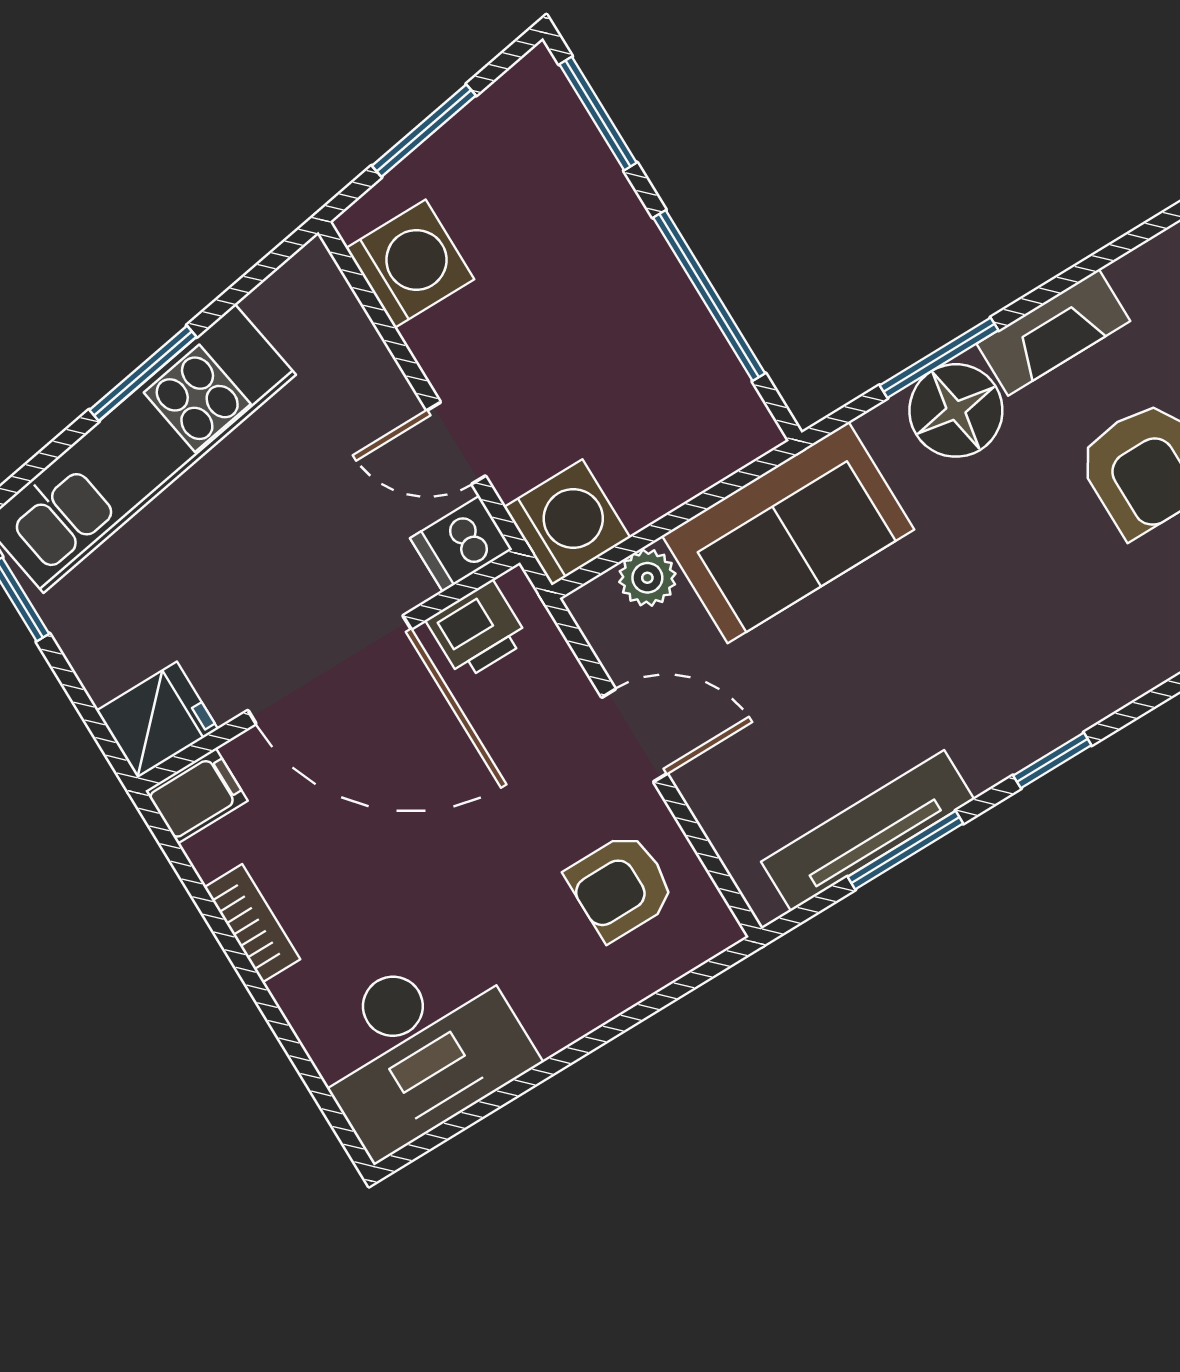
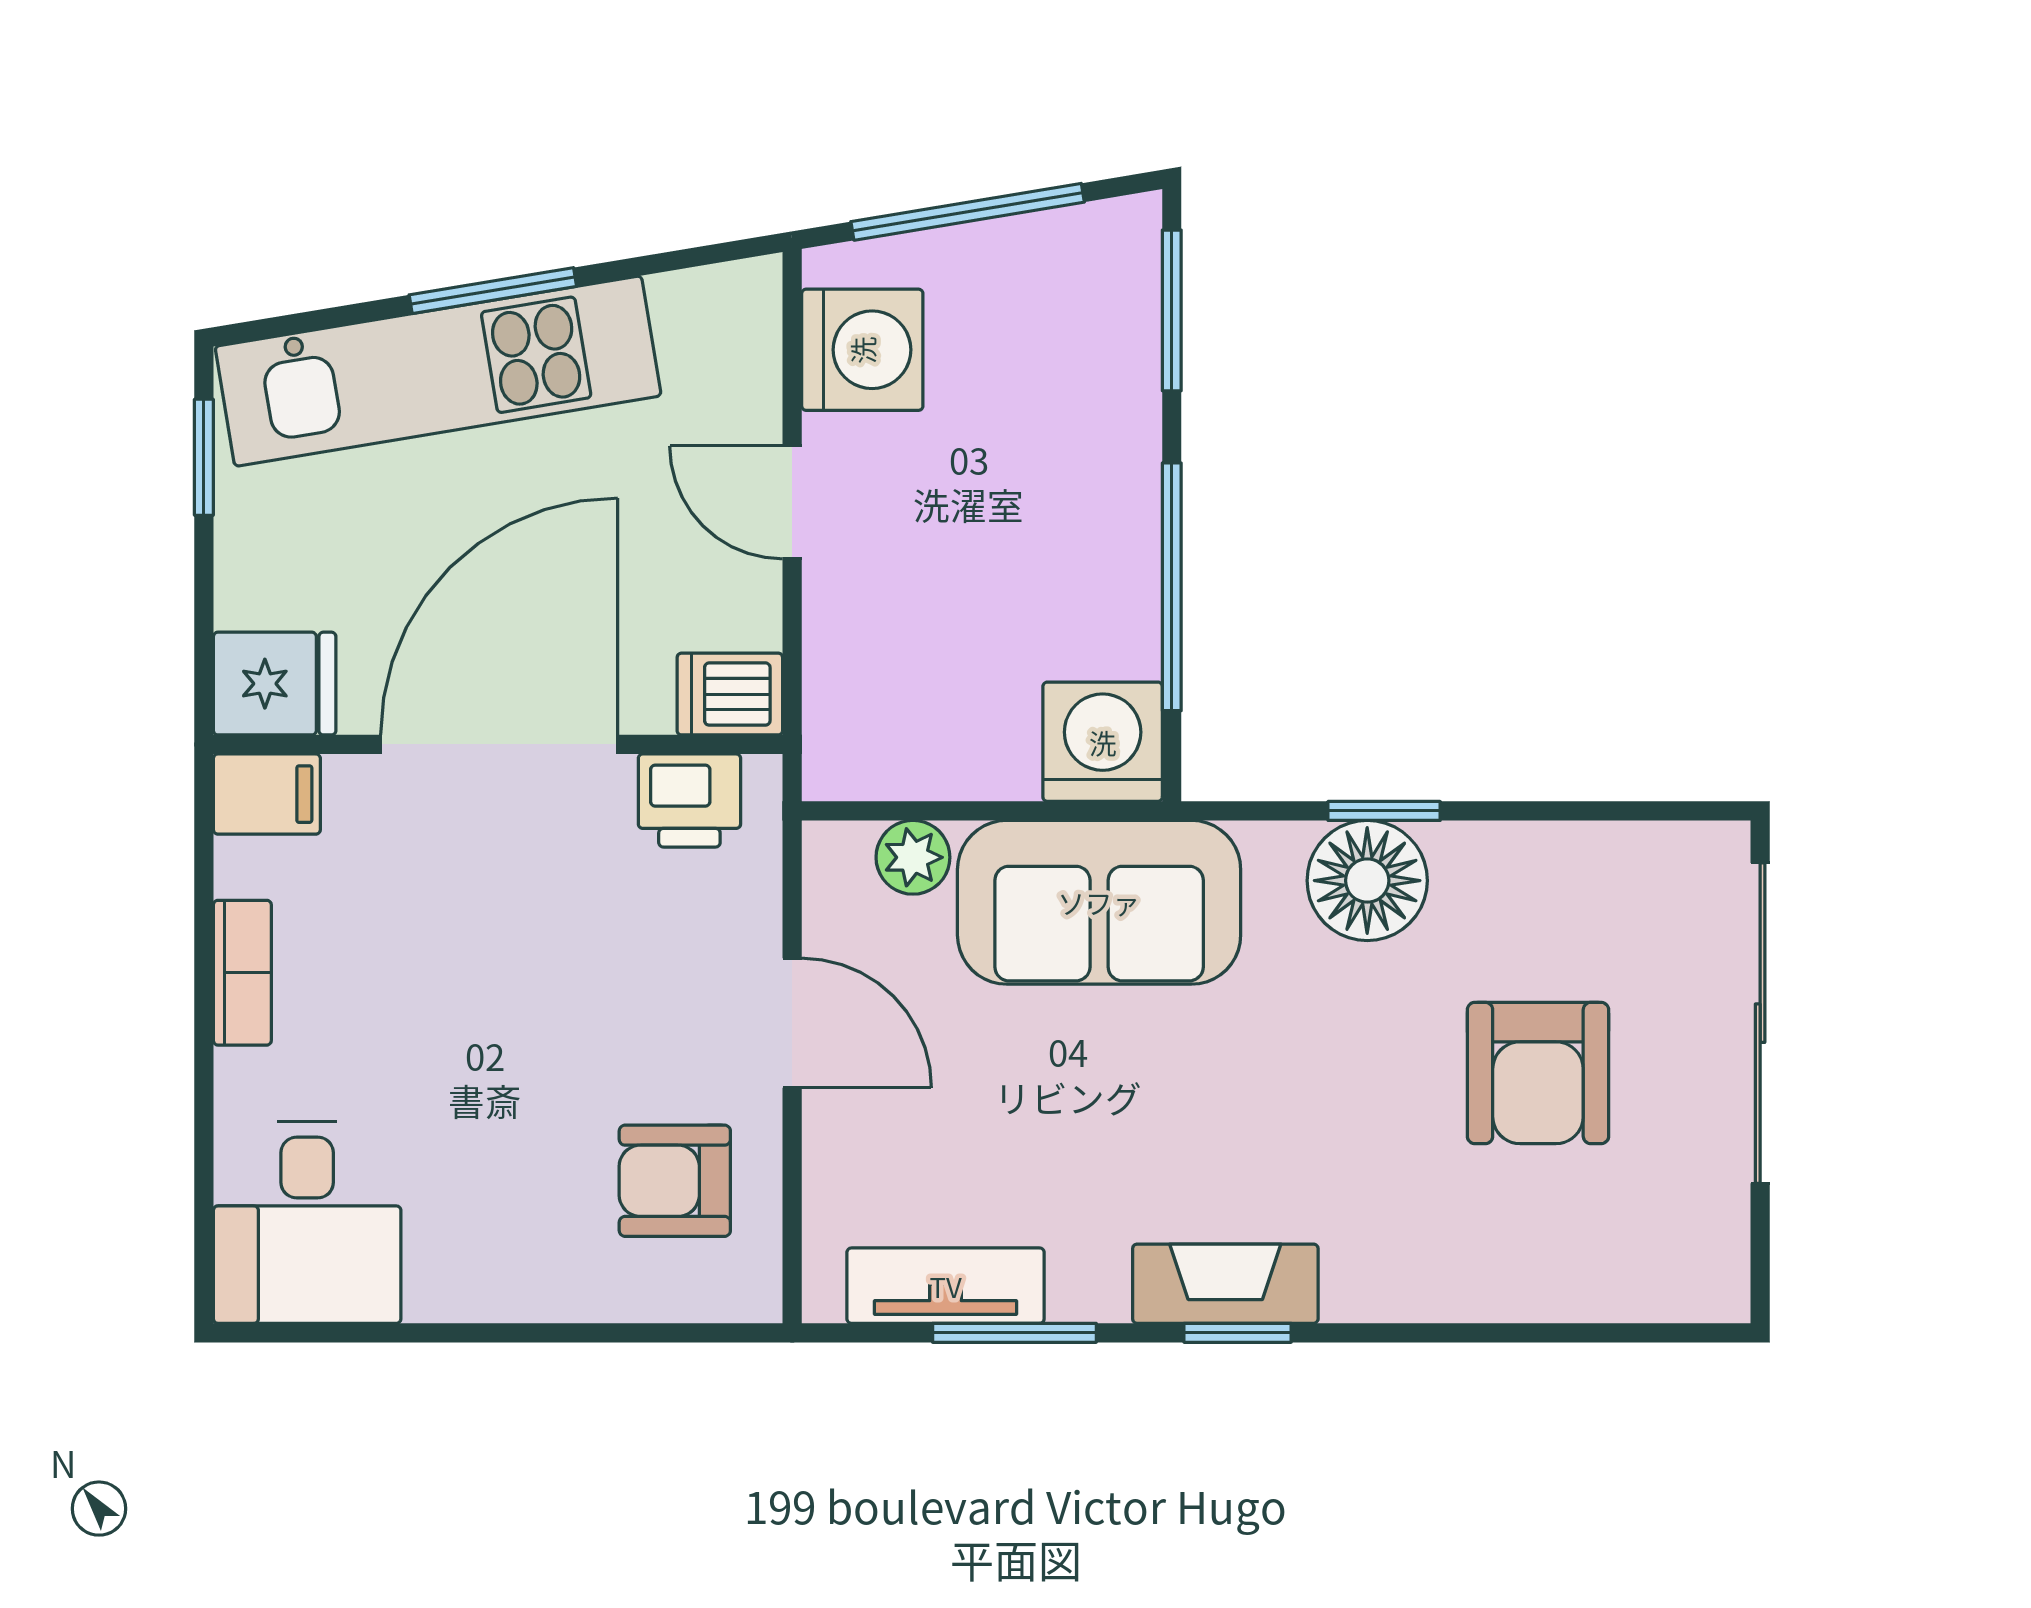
window: (424, 131) -> (968, 212), width x1.44
fireplace: (1053, 332) -> (1225, 1284), moved, turned 180
window: (939, 358) -> (1384, 811), width x0.67
door: (456, 443) -> (792, 502), moved
washing machine: (567, 522) -> (1103, 742), moved, turned -90
door: (329, 670) -> (499, 744), swing flipped
tv unit: (868, 831) -> (946, 1286), width x0.71
desk: (418, 1048) -> (307, 1222), width x0.73

